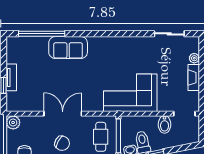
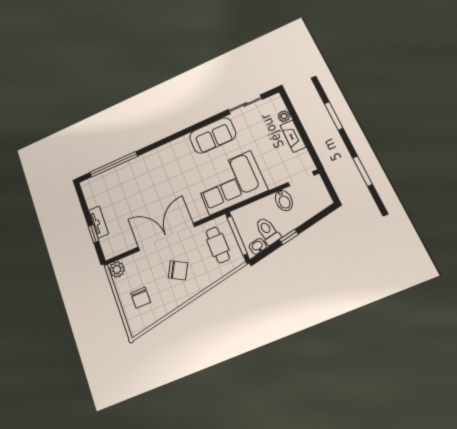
sofa: (68, 48) -> (213, 135), moved
double door: (63, 114) -> (166, 237), width x1.36

